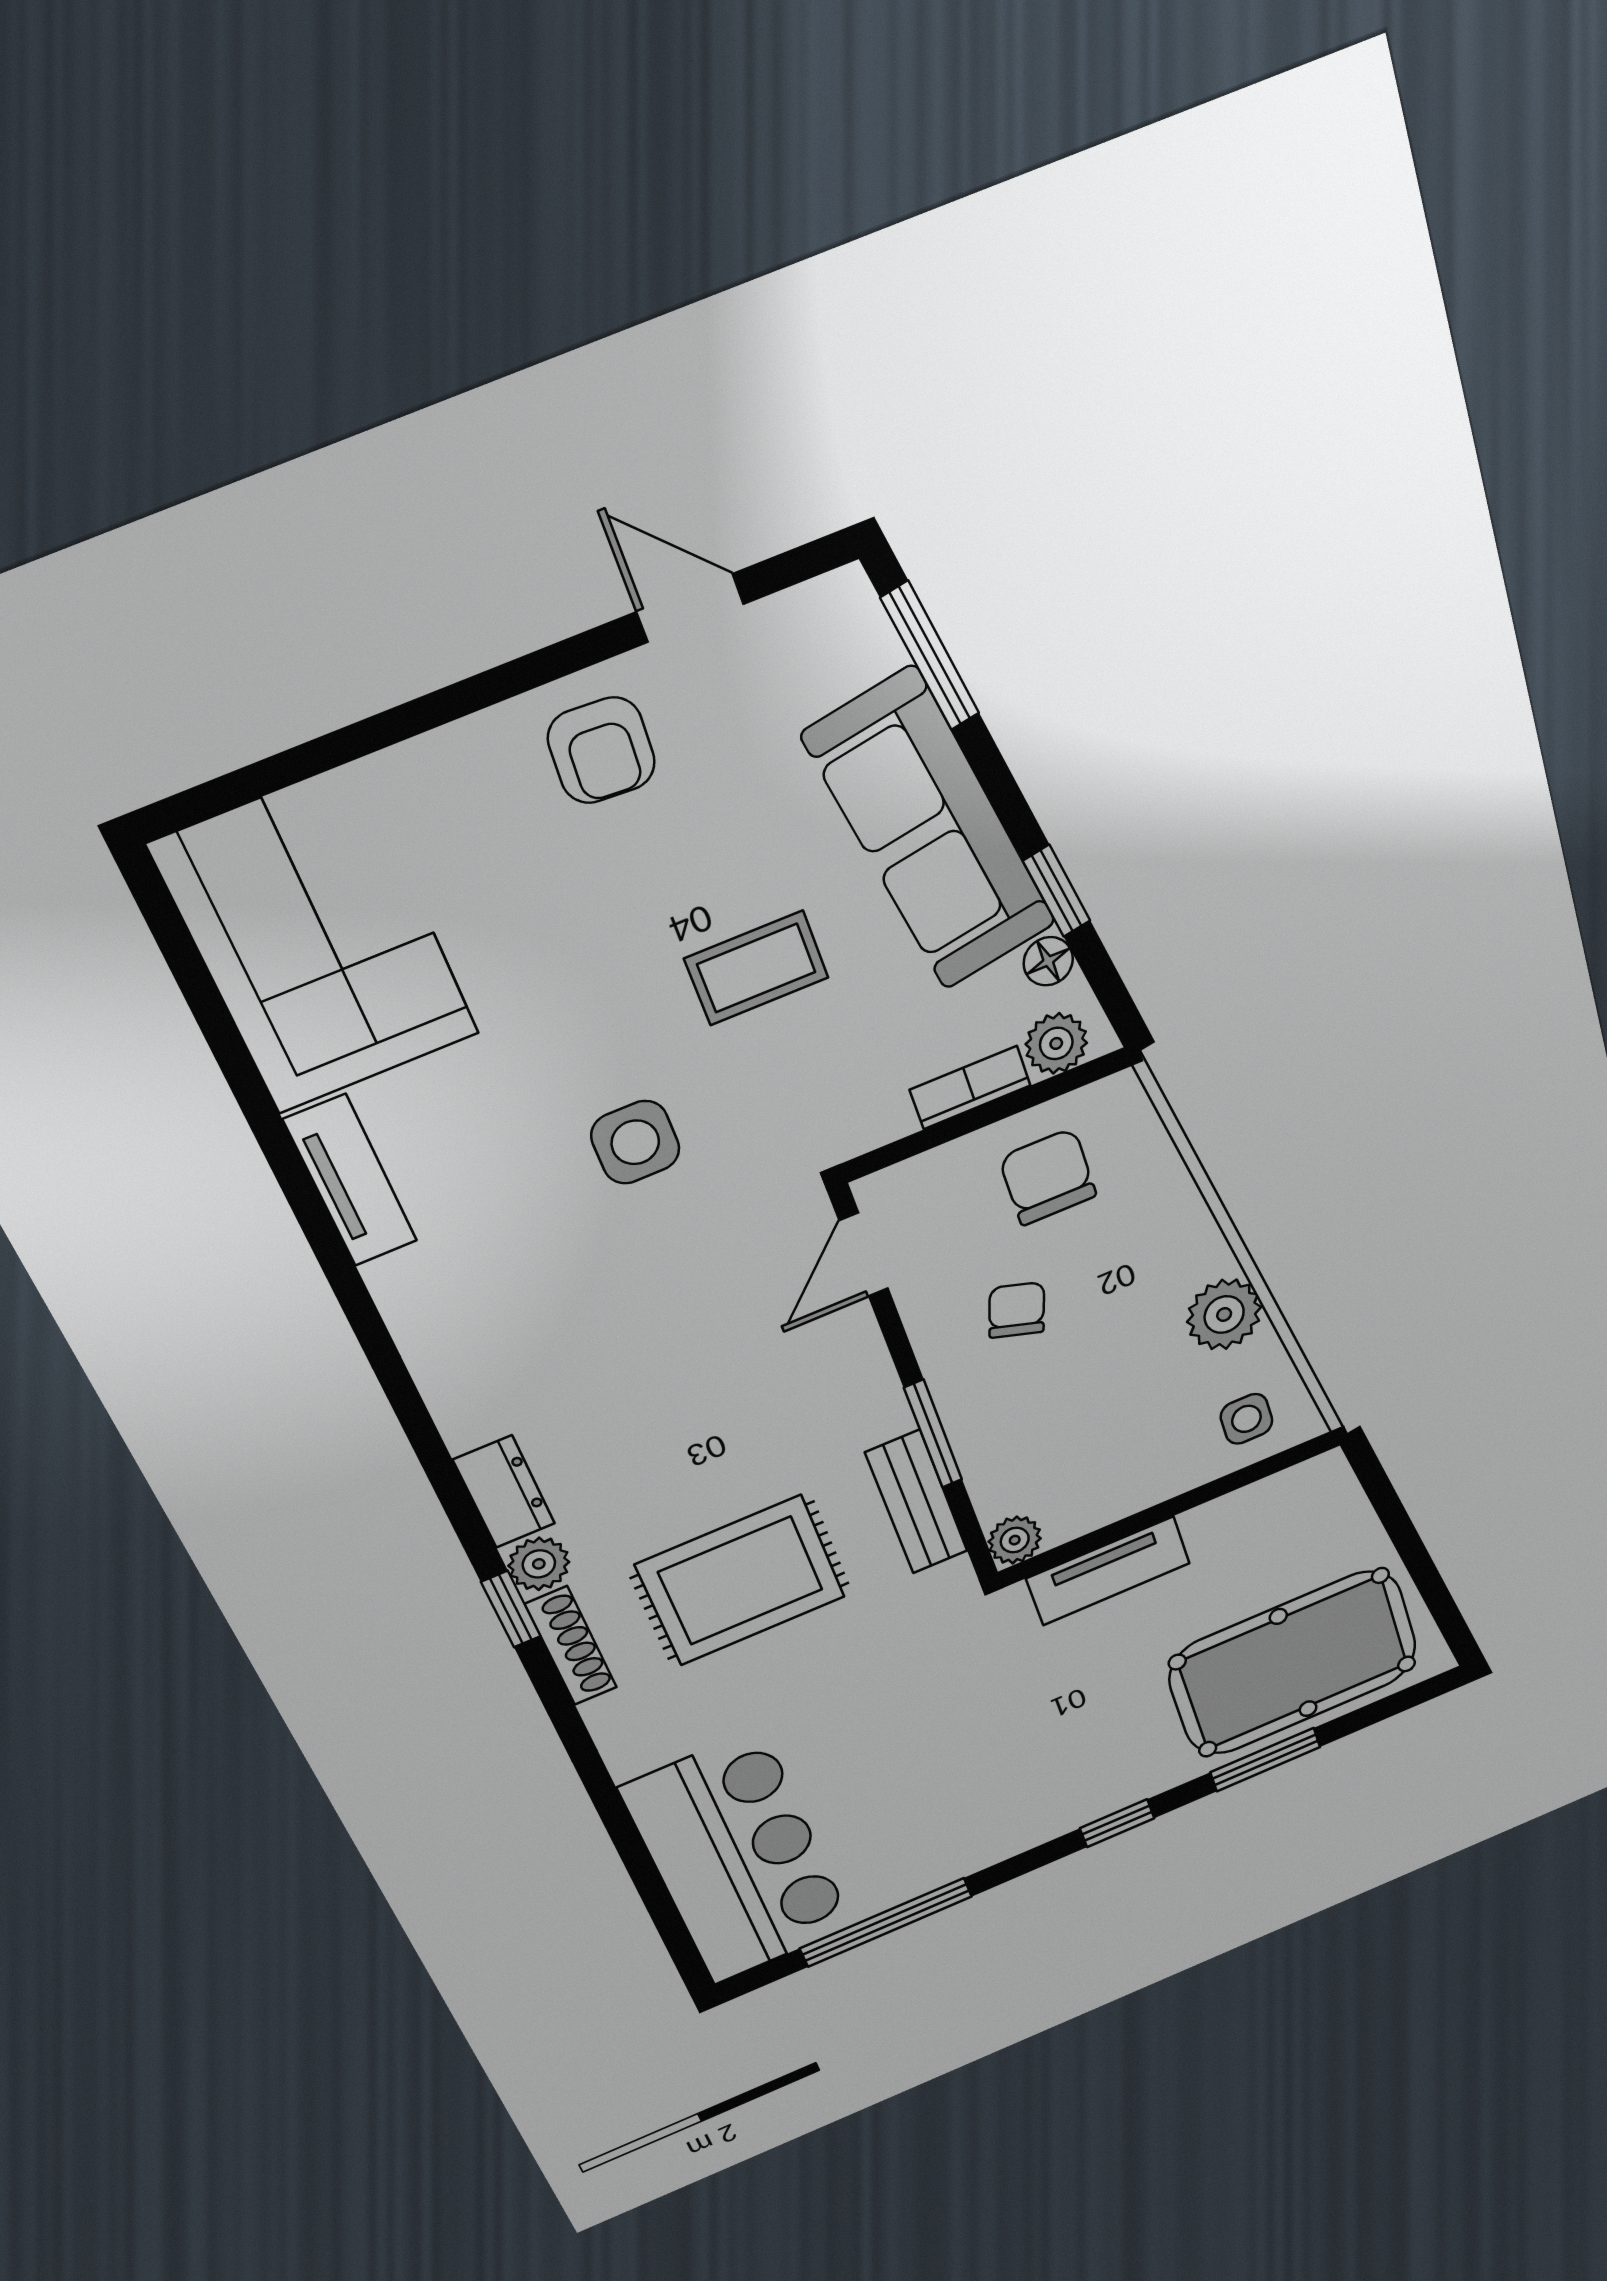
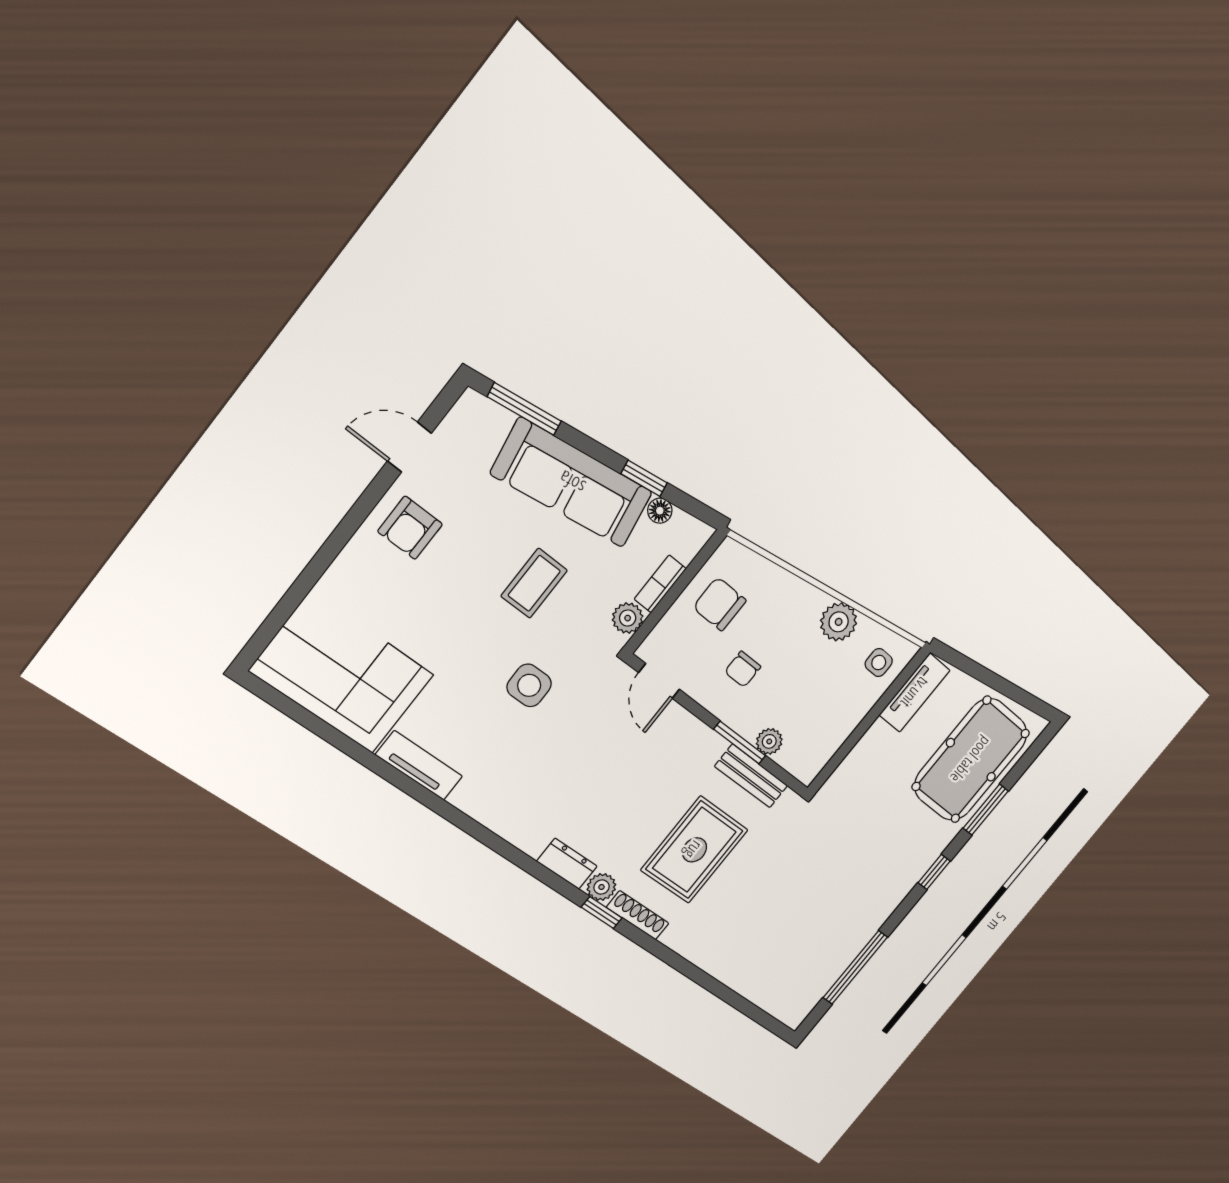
armchair: (601, 750) -> (410, 528), turned 87
plant: (1056, 1043) -> (628, 618), moved
chair: (1017, 1310) -> (743, 669), turned -108
plant: (1015, 1540) -> (769, 741), moved
tv unit: (1108, 1571) -> (915, 693), moved
bar counter: (738, 1858) -> (770, 971), removed

